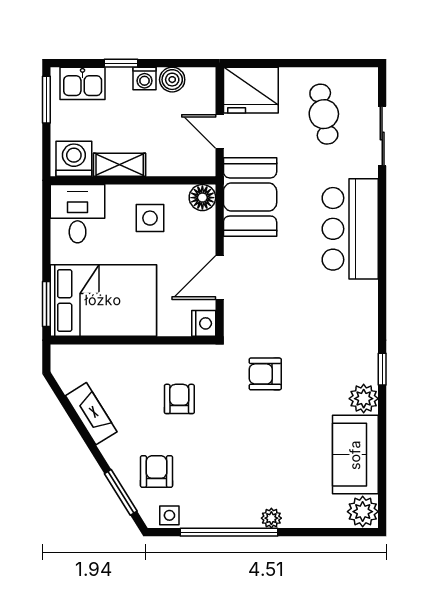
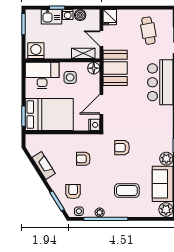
kitchen sink: (83, 83) -> (52, 17), moved
fridge: (251, 90) -> (110, 17), width x0.53, depth x0.75
shelving: (120, 165) -> (83, 53), moved
desk: (78, 214) -> (42, 75), width x1.37
armchair: (179, 399) -> (83, 159), turned -90
coffee table: (276, 469) -> (127, 191), added
plant: (271, 518) -> (100, 212), moved

